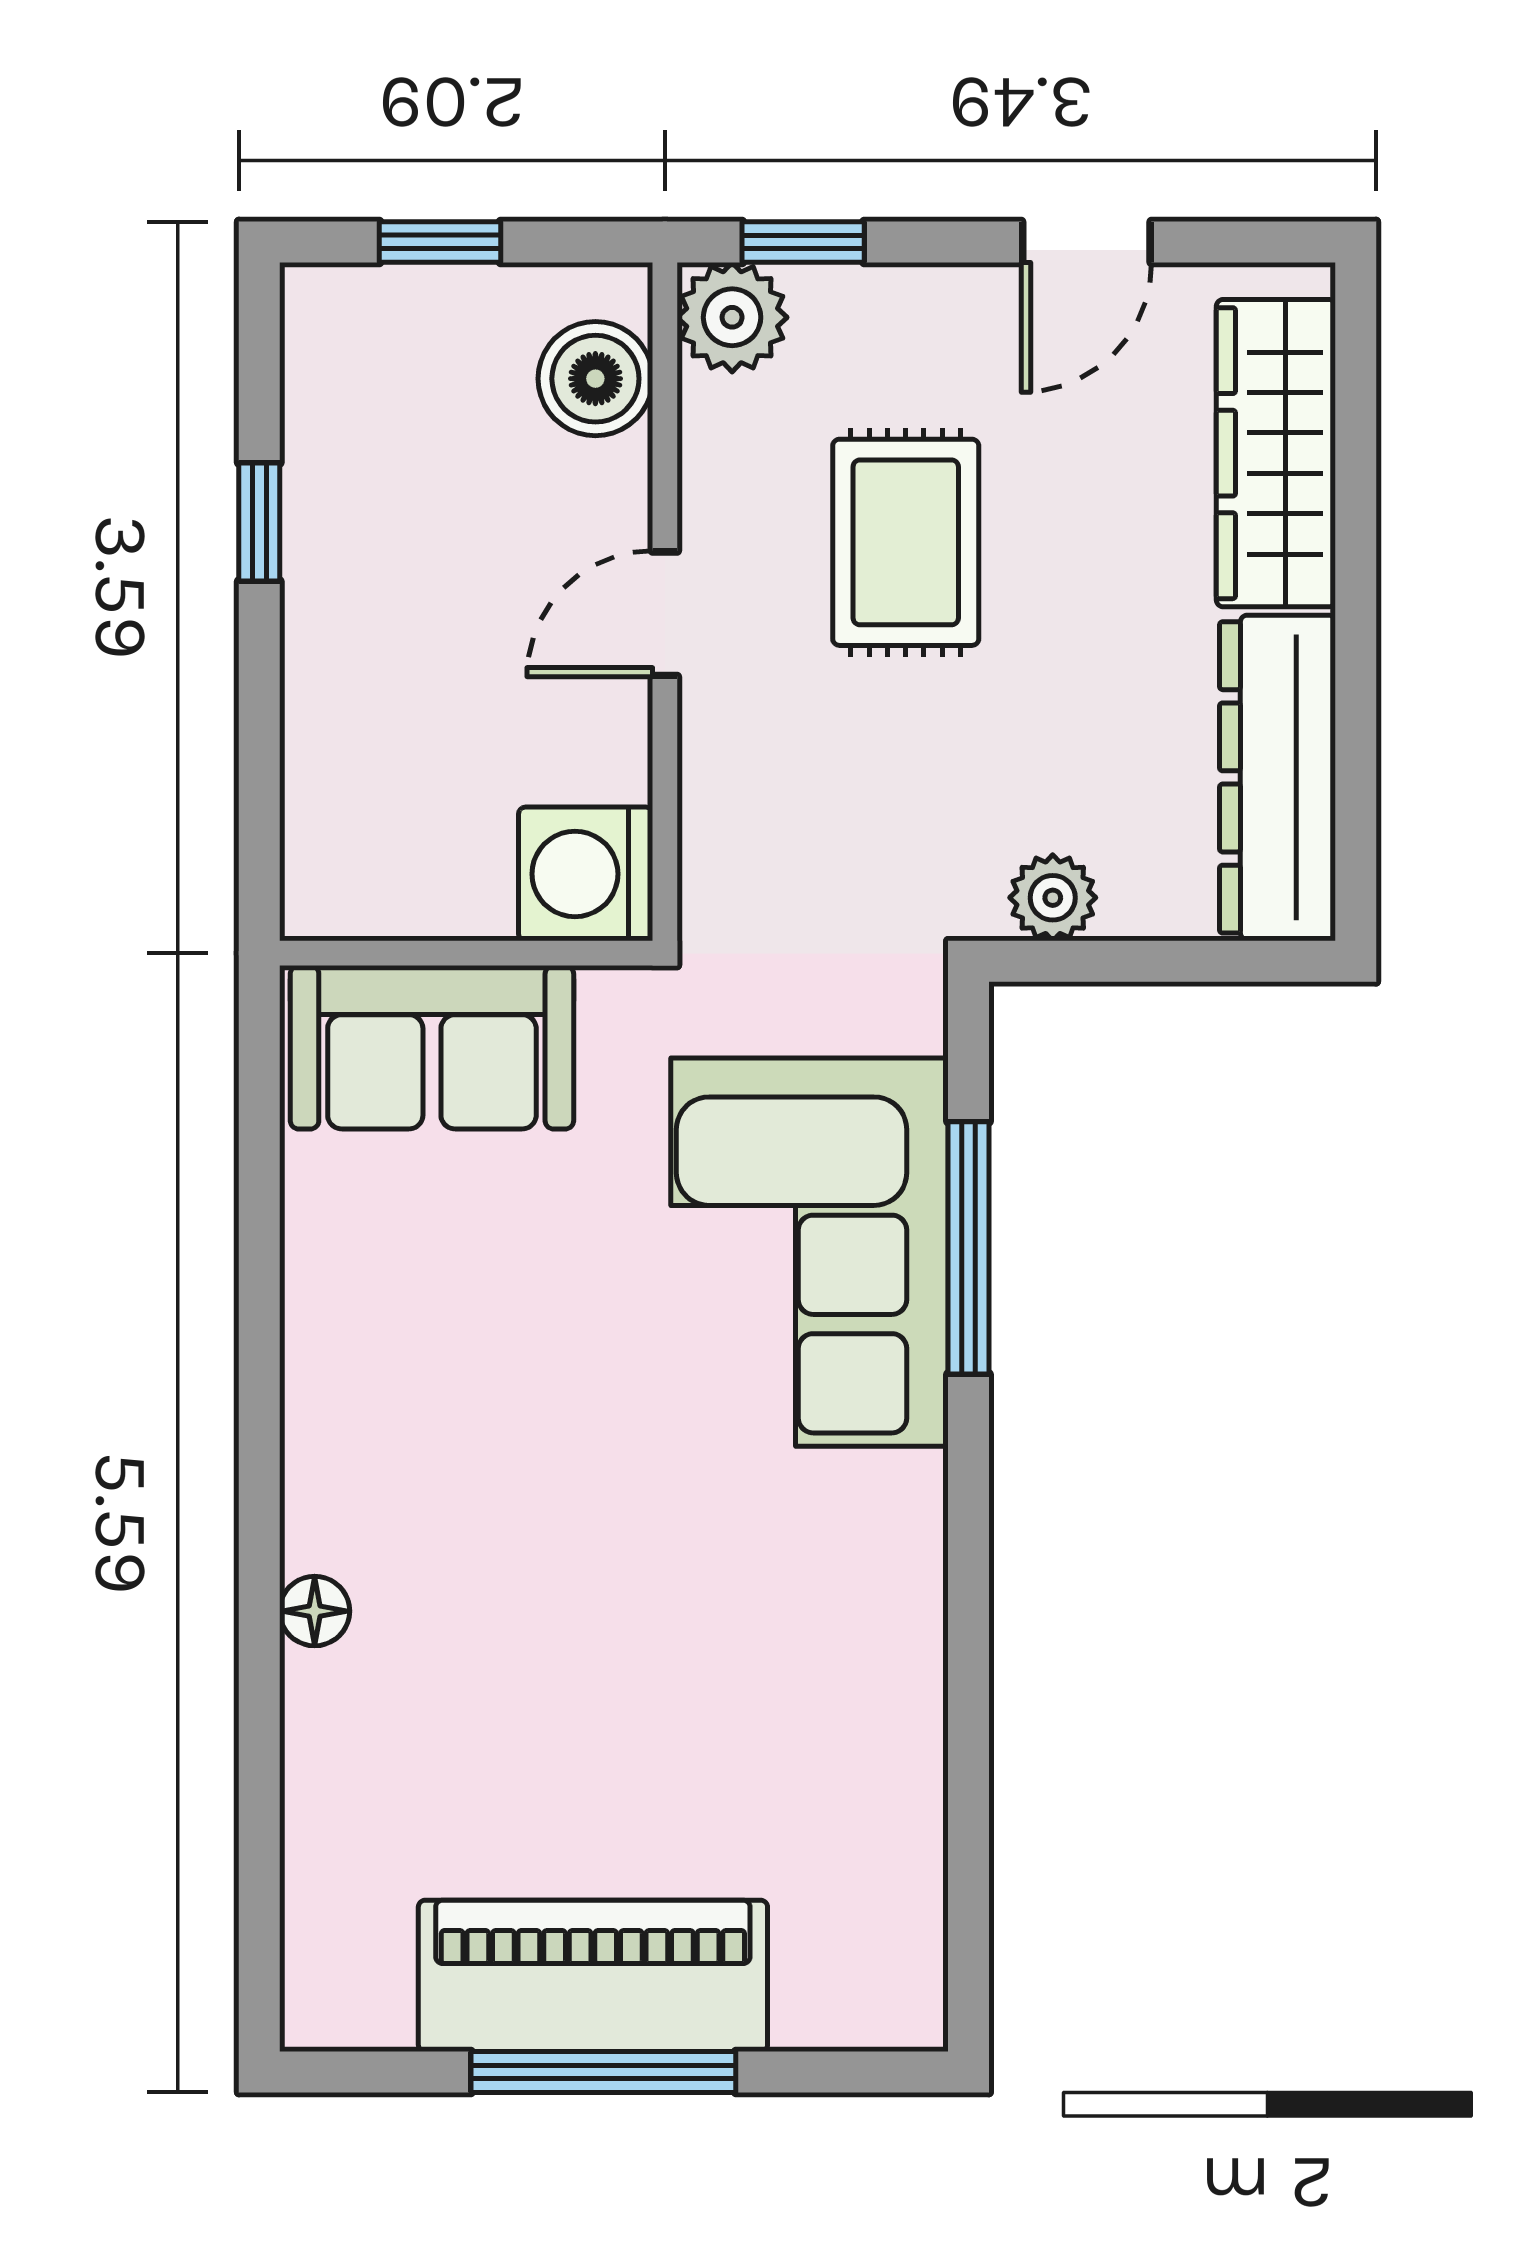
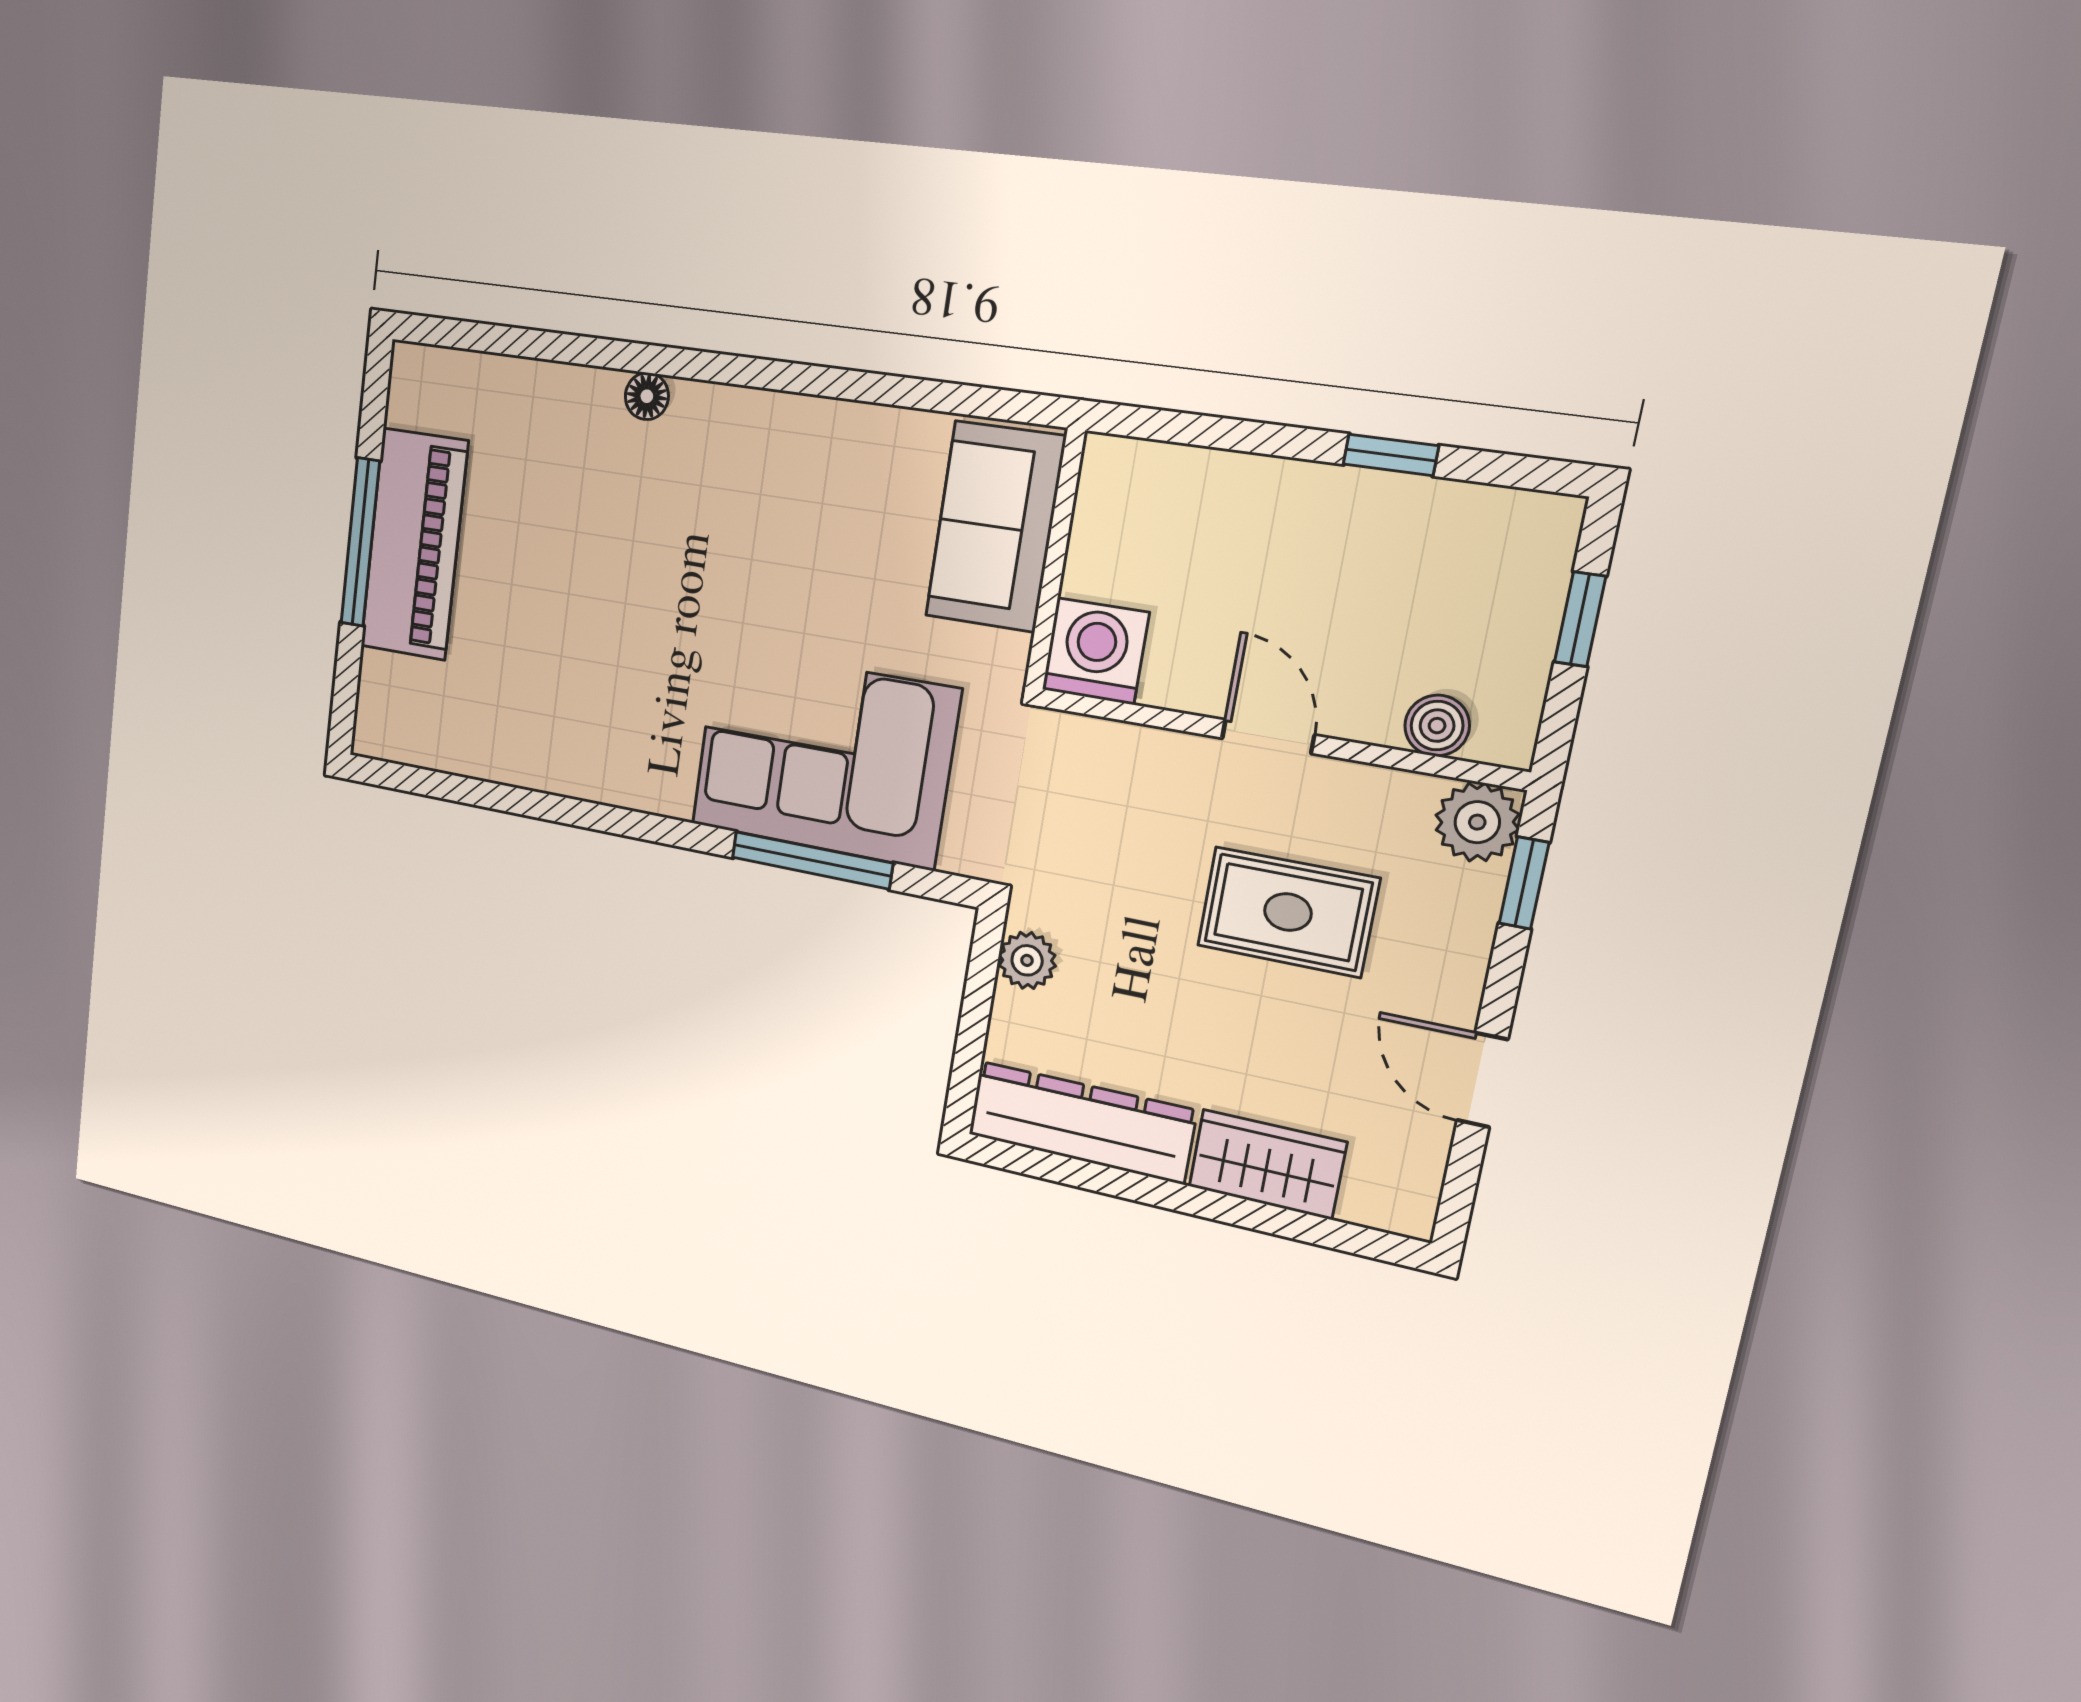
boiler: (595, 379) -> (1437, 726), width x0.73, depth x0.73
wardrobe: (1276, 453) -> (1267, 1164), width x0.67

